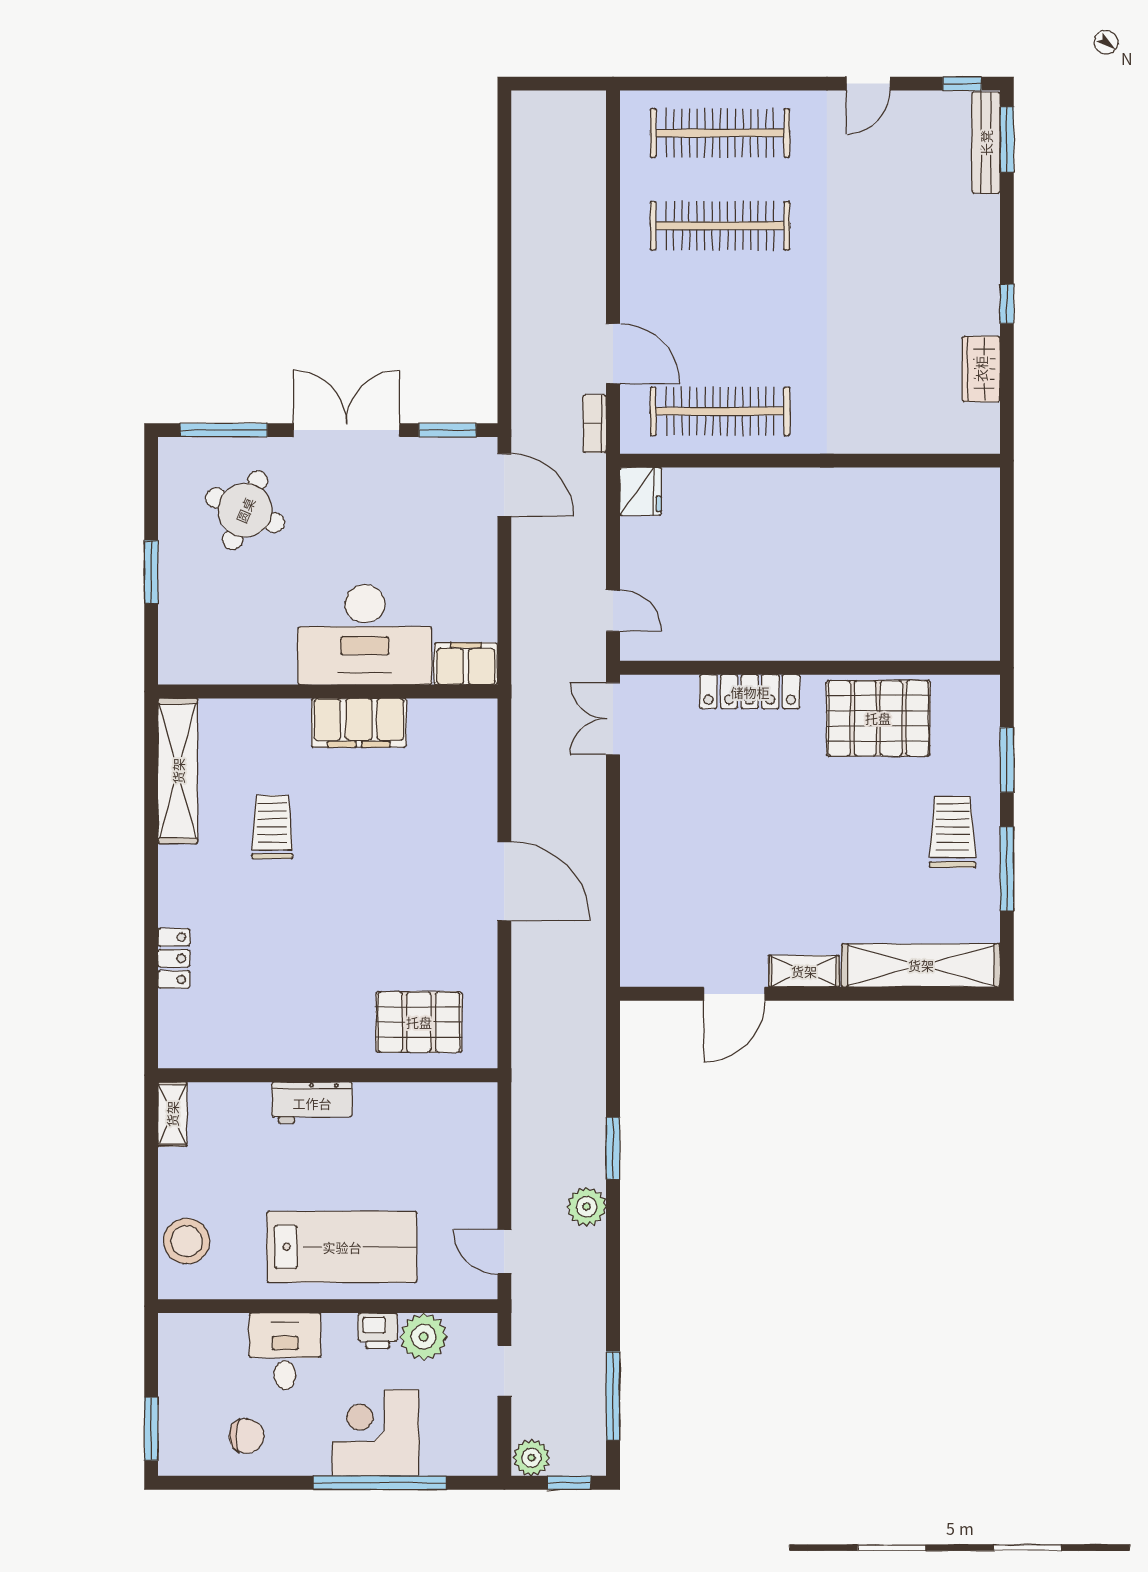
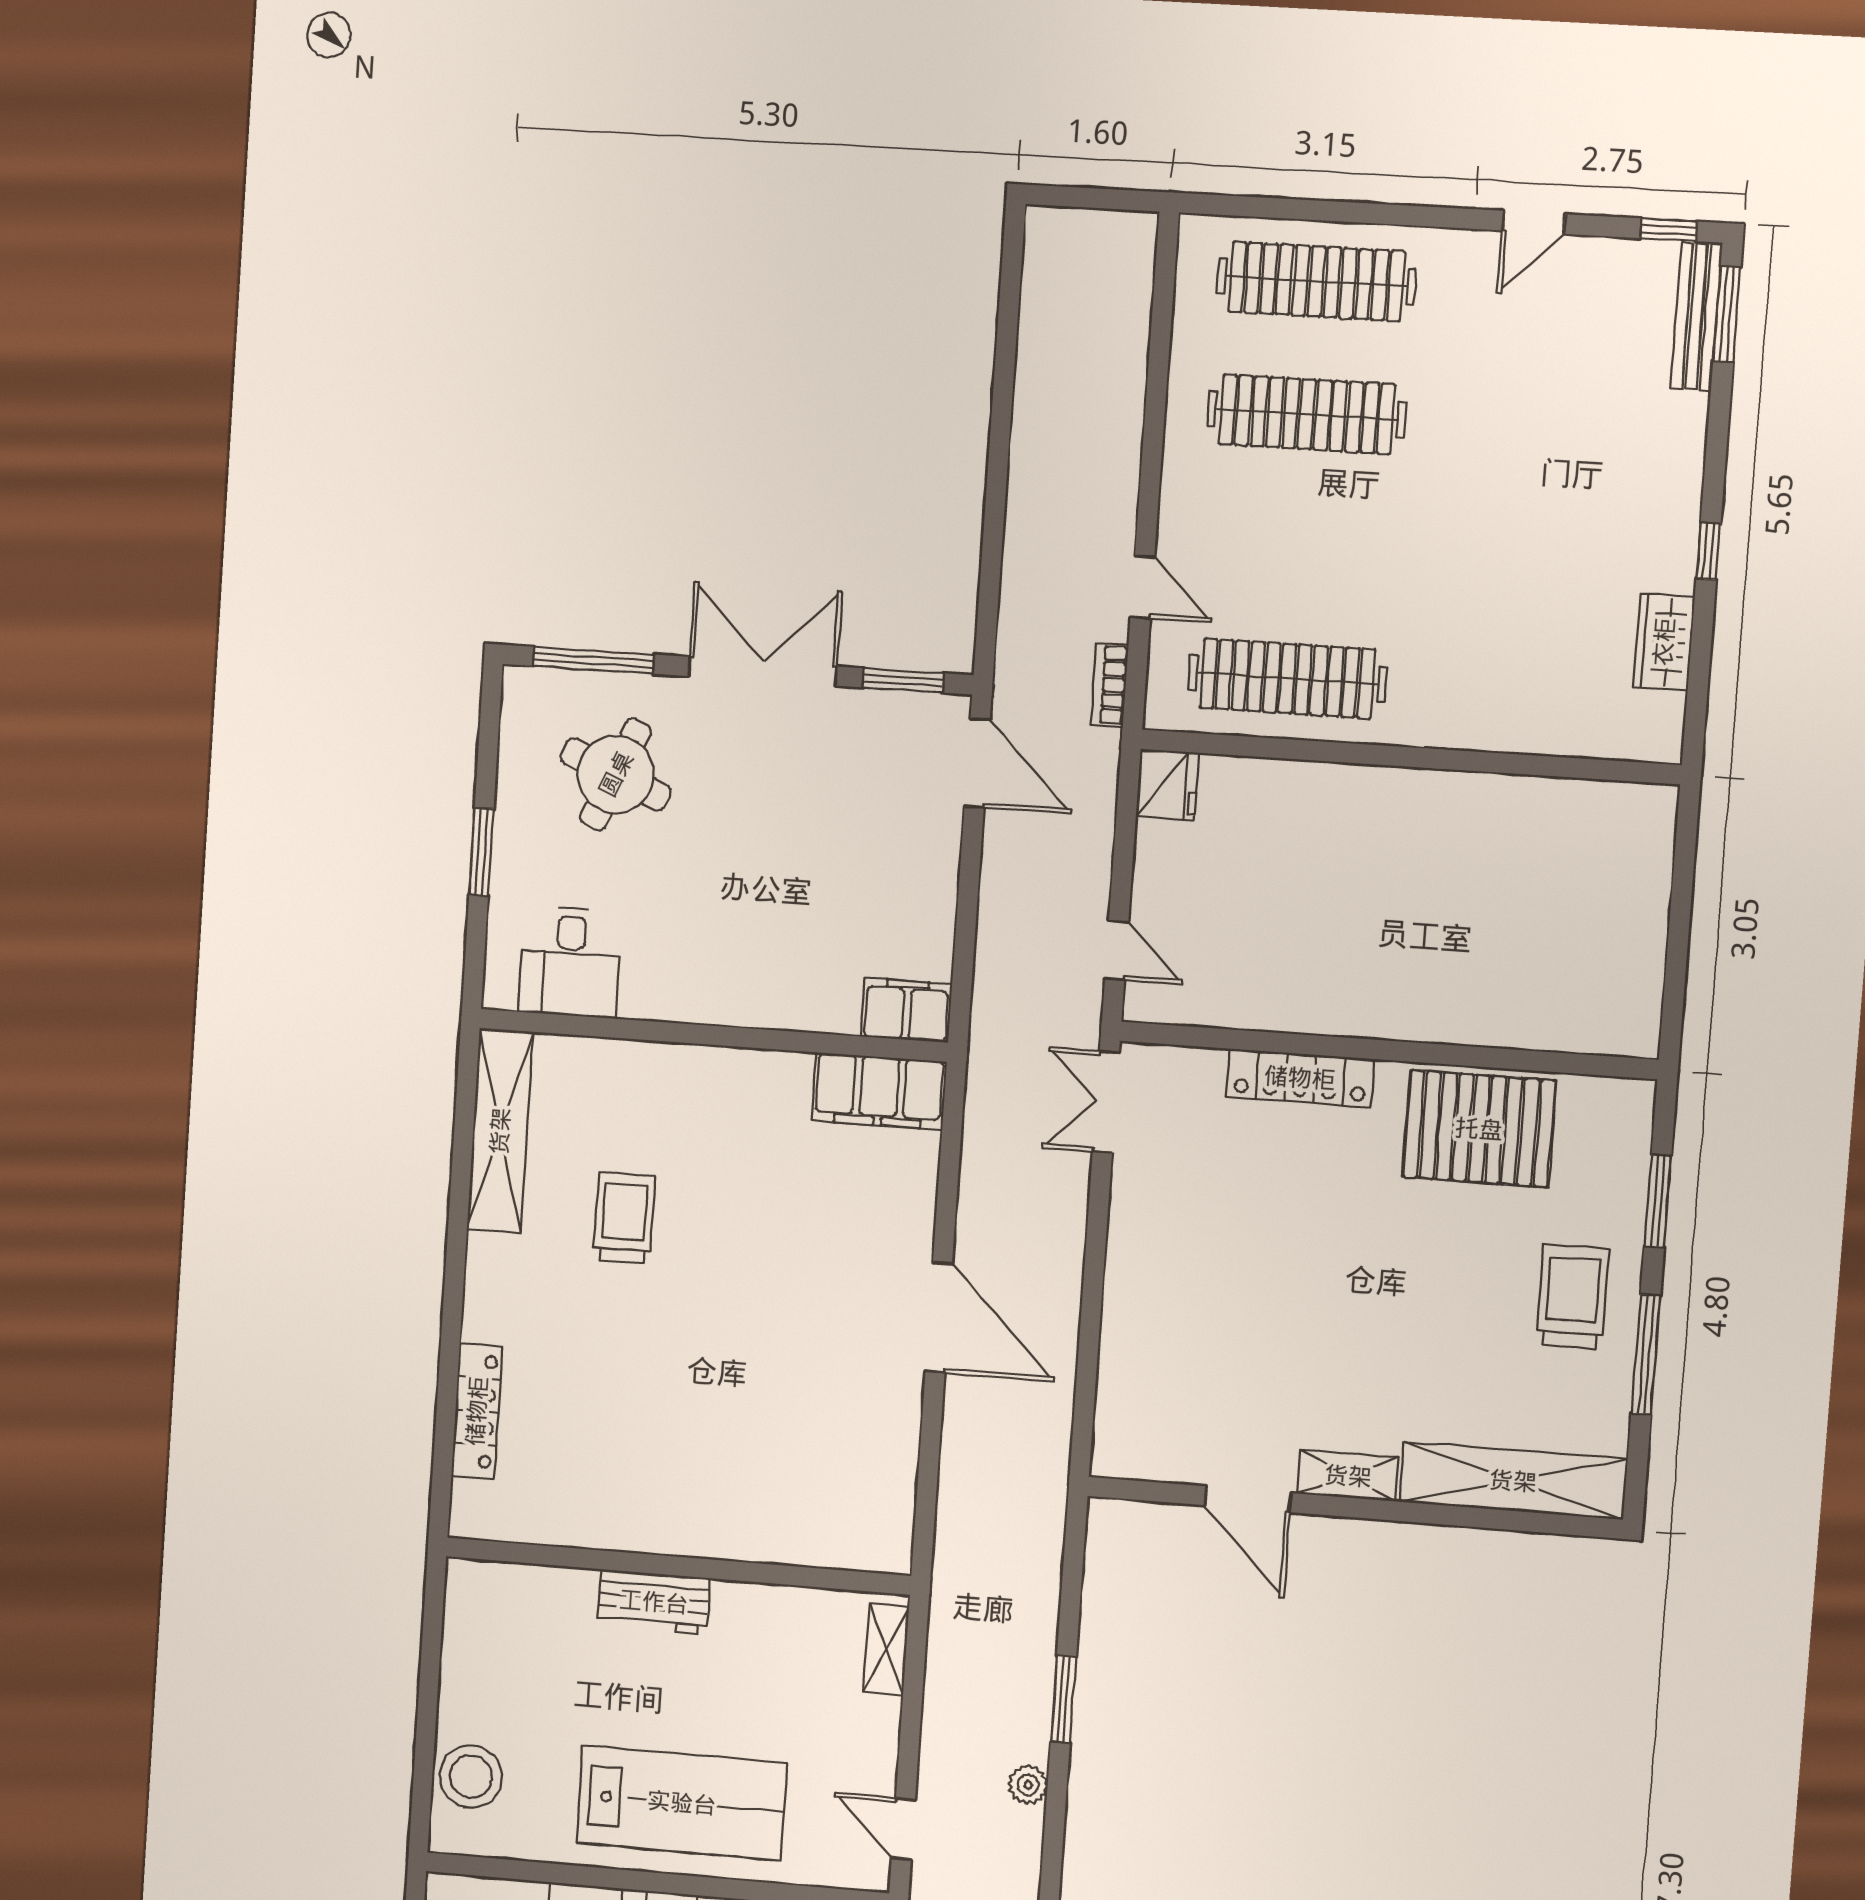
door: (613, 354) -> (1142, 587), width x0.73
desk: (365, 635) -> (570, 962), moved, width x0.53, depth x0.77
filing cabinet: (359, 723) -> (879, 1091), moved
locker: (174, 958) -> (477, 1411), width x1.53
door: (734, 994) -> (1248, 1499), hinge flipped
pallet: (419, 1022) -> (808, 1503), removed
shelving: (172, 1114) -> (886, 1649), moved
plant: (587, 1207) -> (1028, 1785), width x0.73, depth x0.73

